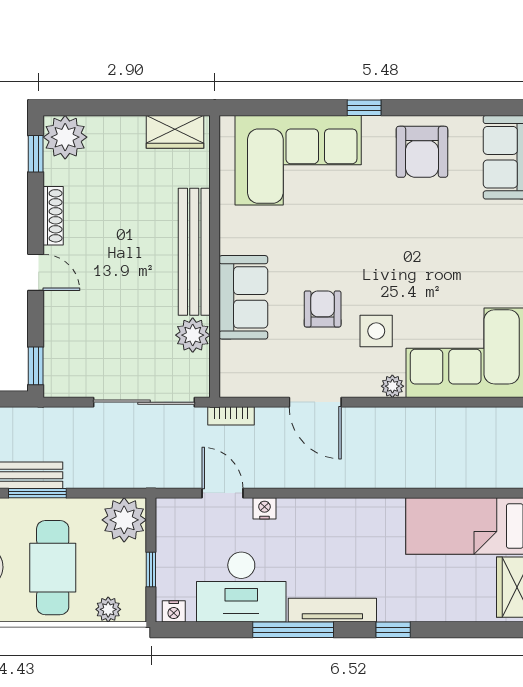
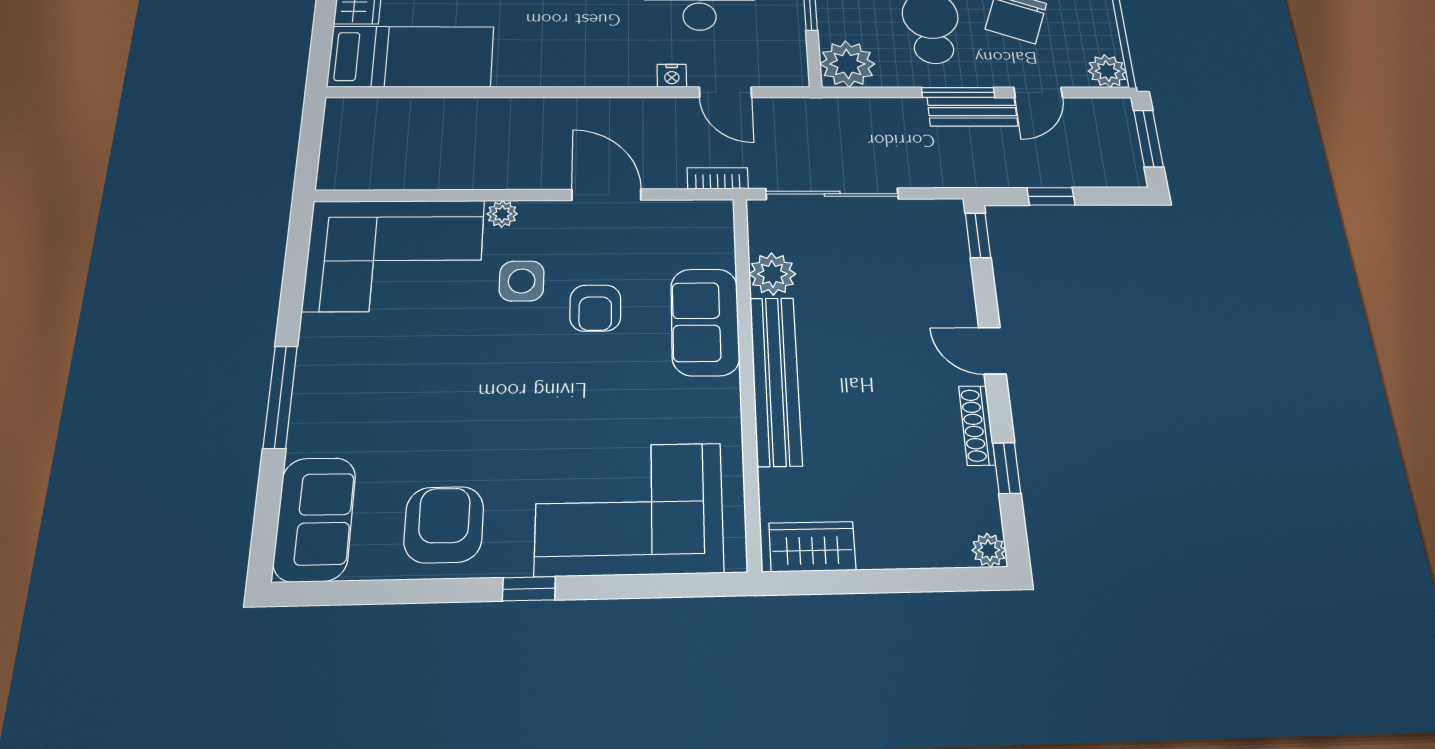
plant: (65, 137) -> (989, 550), width x0.53, depth x0.53
window: (36, 154) -> (1007, 468), moved

